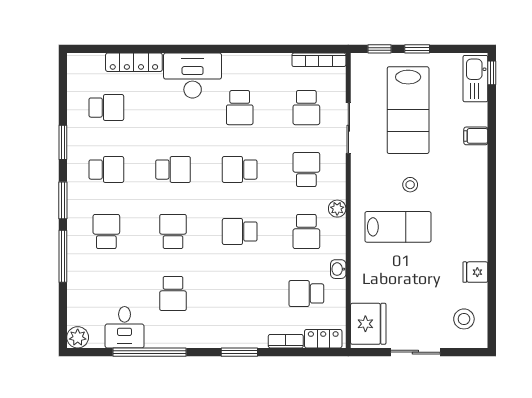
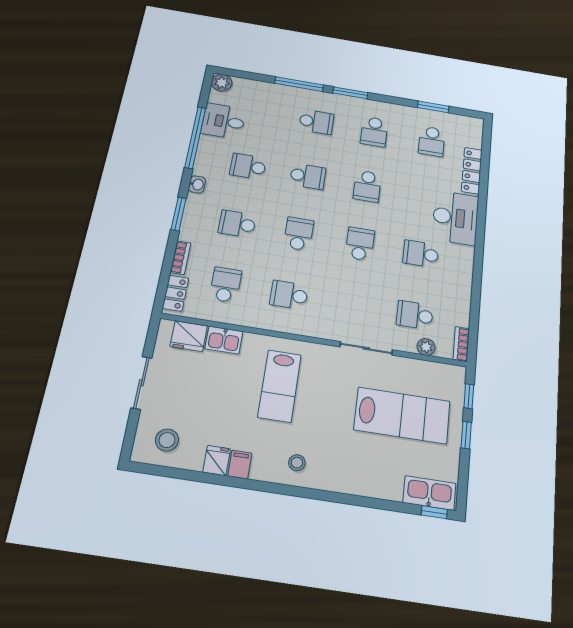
bookcase: (319, 60) -> (461, 344), width x0.64
lab bench: (408, 110) -> (402, 416), turned 180
sliding door: (348, 128) -> (366, 348), moved
filing cabinet: (476, 136) -> (240, 465), moved
window: (63, 142) -> (433, 107), moved
school desk: (306, 170) -> (237, 224), moved, turned 180
stool: (410, 185) -> (297, 463), moved
plant: (337, 209) -> (426, 347), moved
washbasin: (338, 269) -> (197, 184), moved, turned 90
kitchen sink: (362, 285) -> (224, 340), added
fridge: (368, 324) -> (189, 336), width x0.73, depth x0.75

